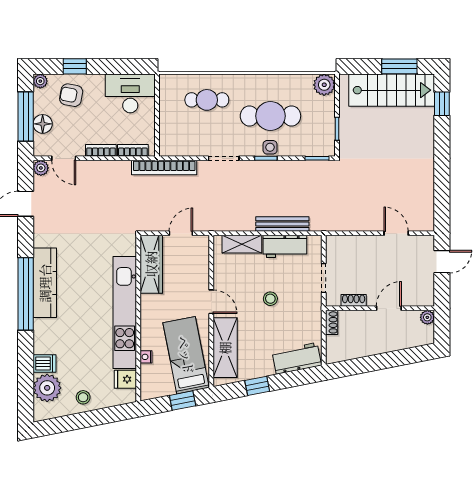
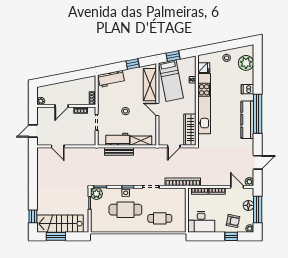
plant: (324, 85) -> (96, 194), moved
dishwasher: (45, 363) -> (247, 89), moved

